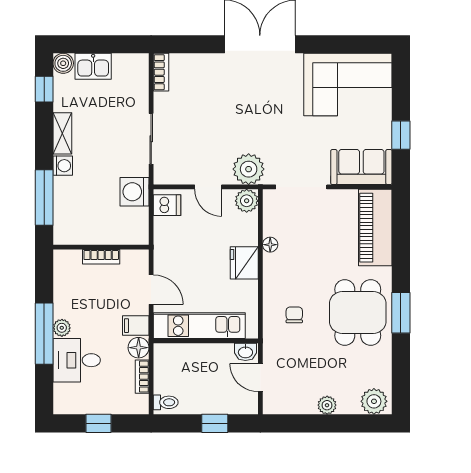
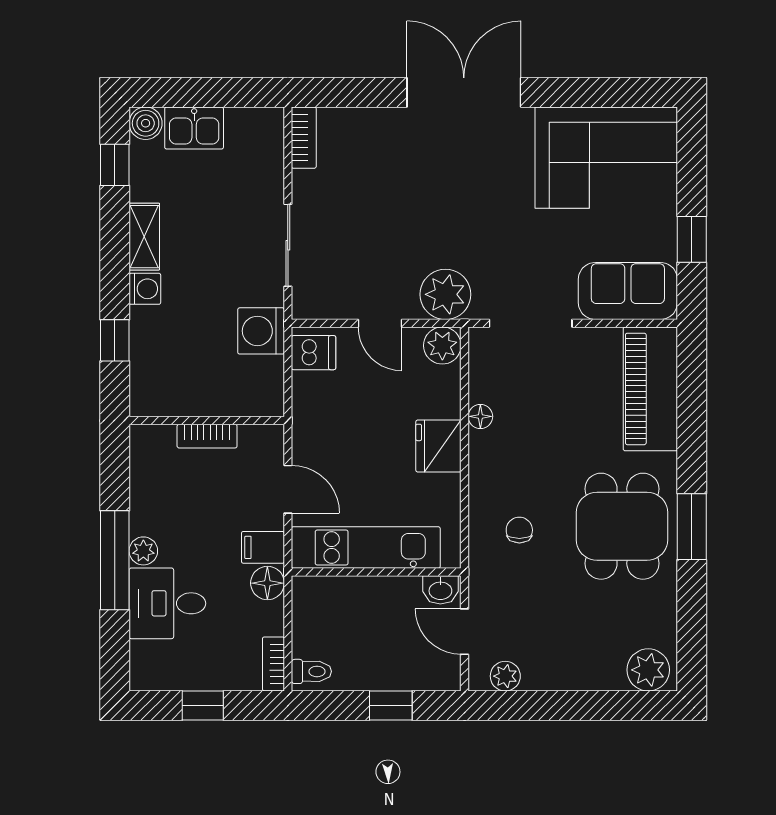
window: (44, 198) -> (115, 340), width x0.46
bookcase: (142, 377) -> (273, 664), moved
plant: (327, 405) -> (505, 676), moved

